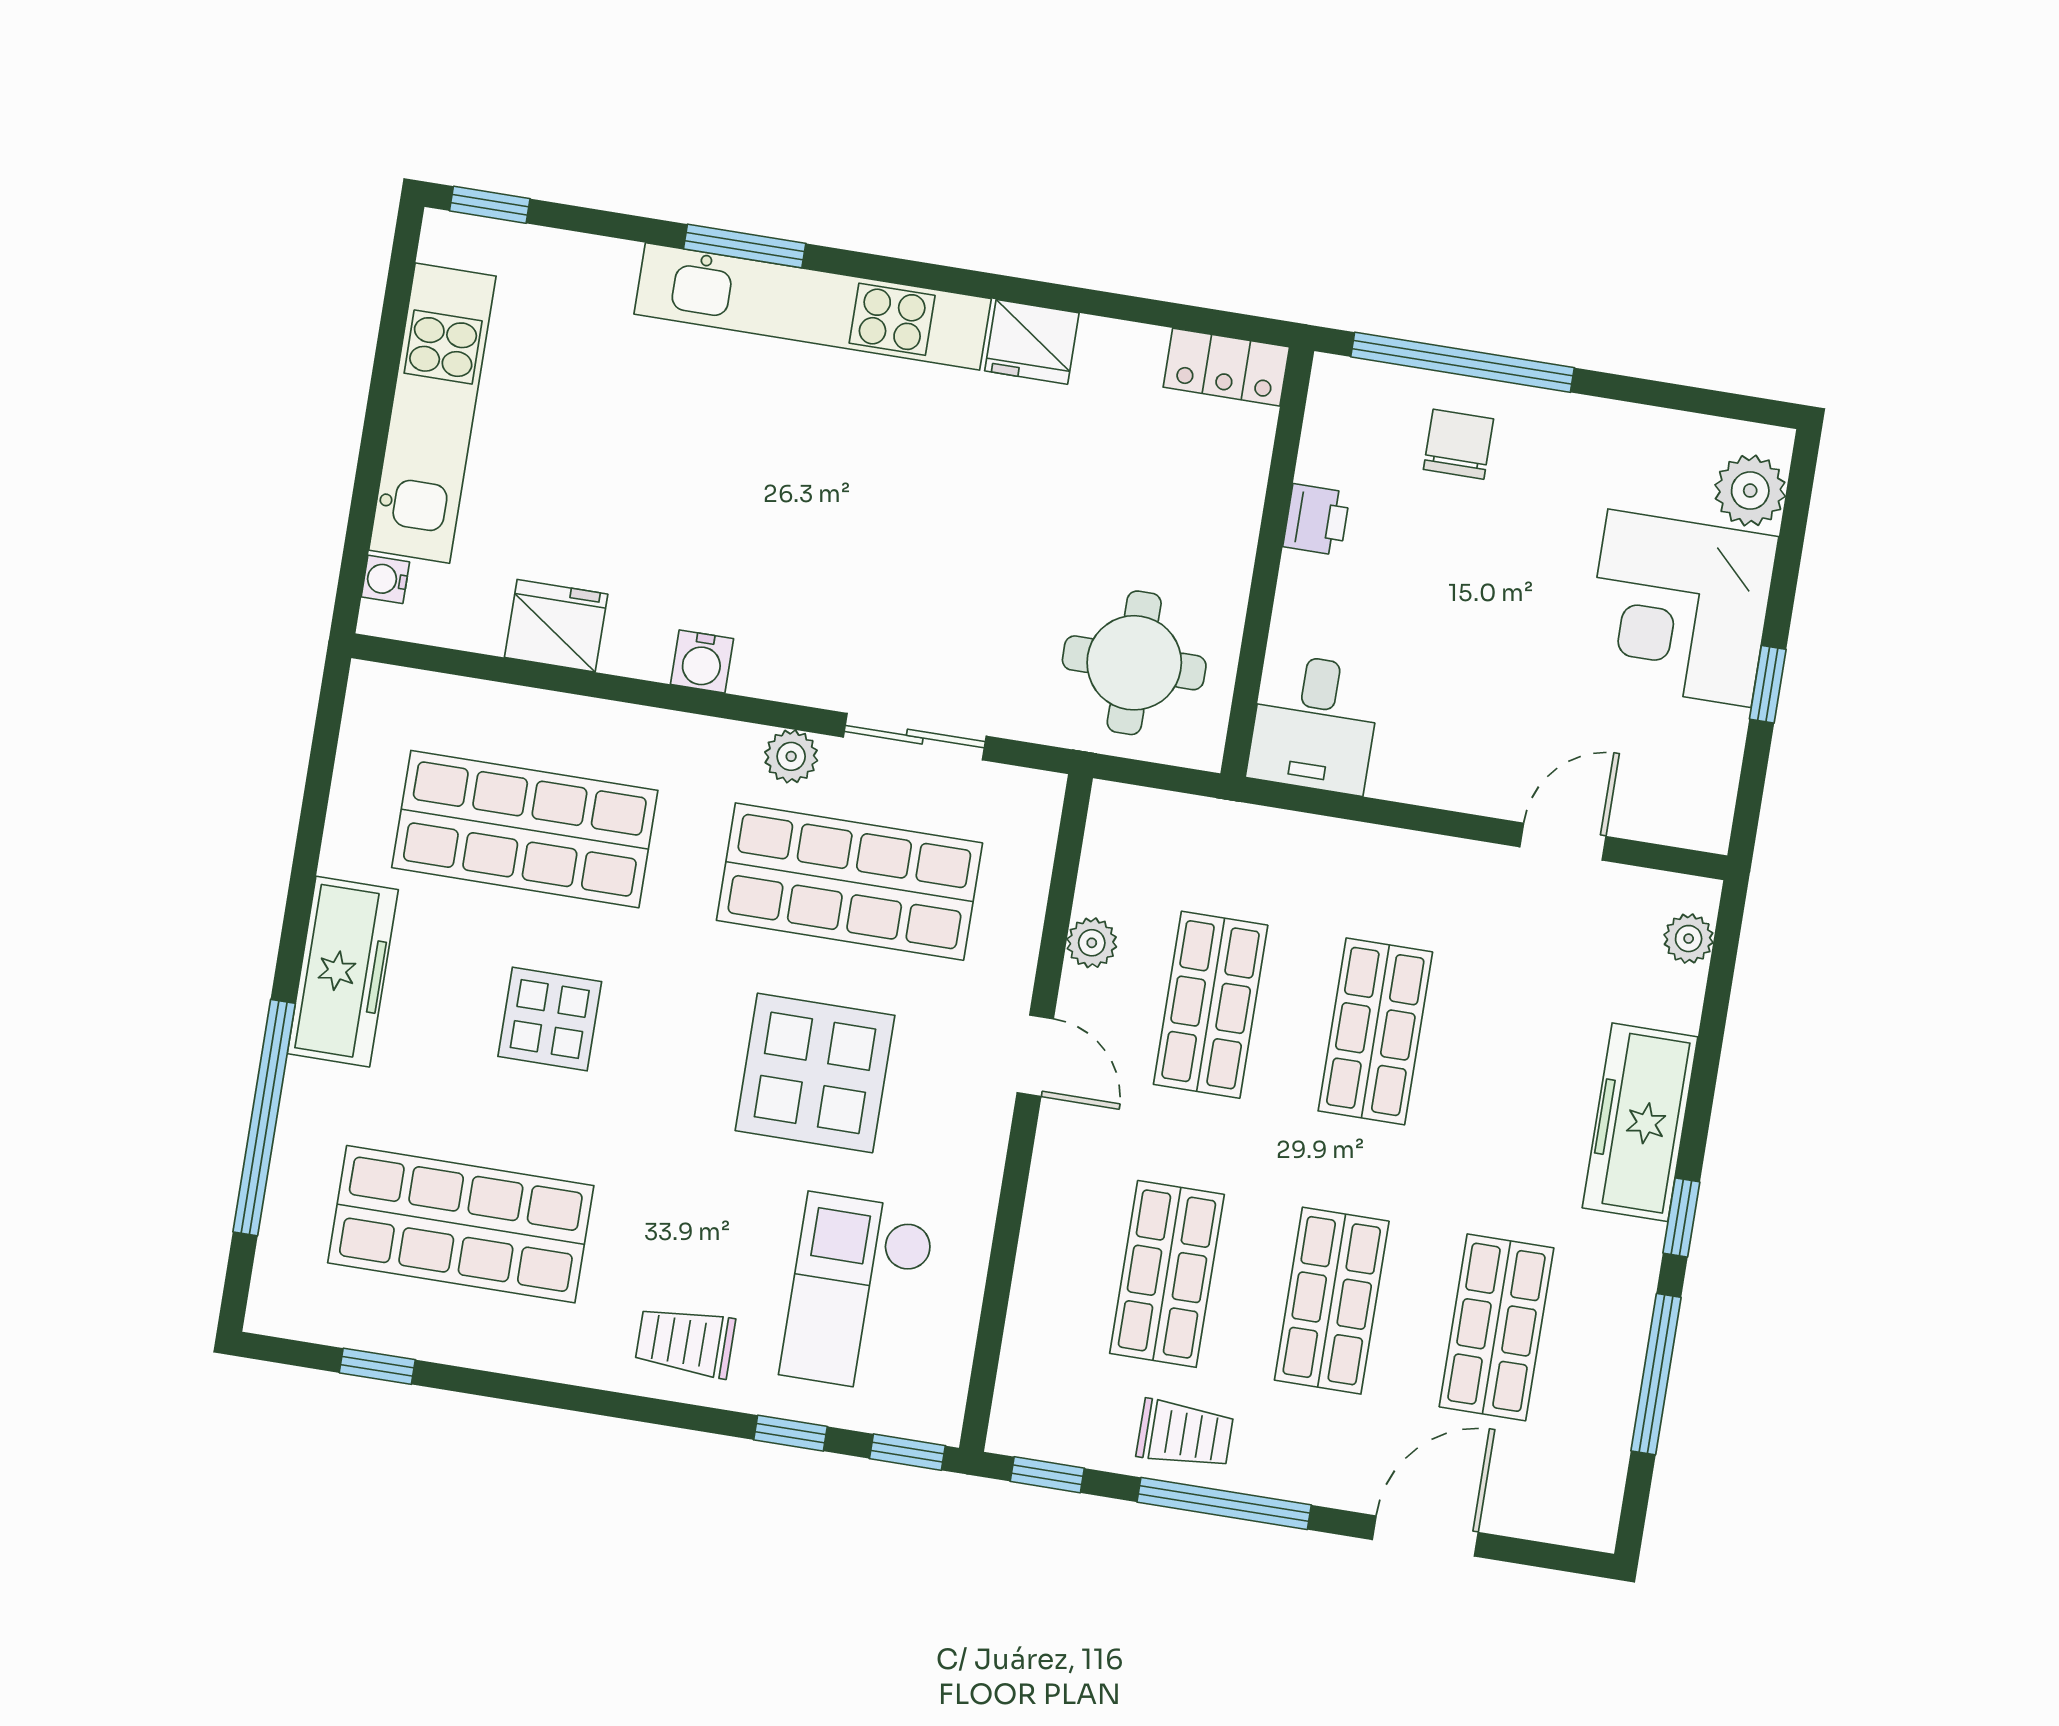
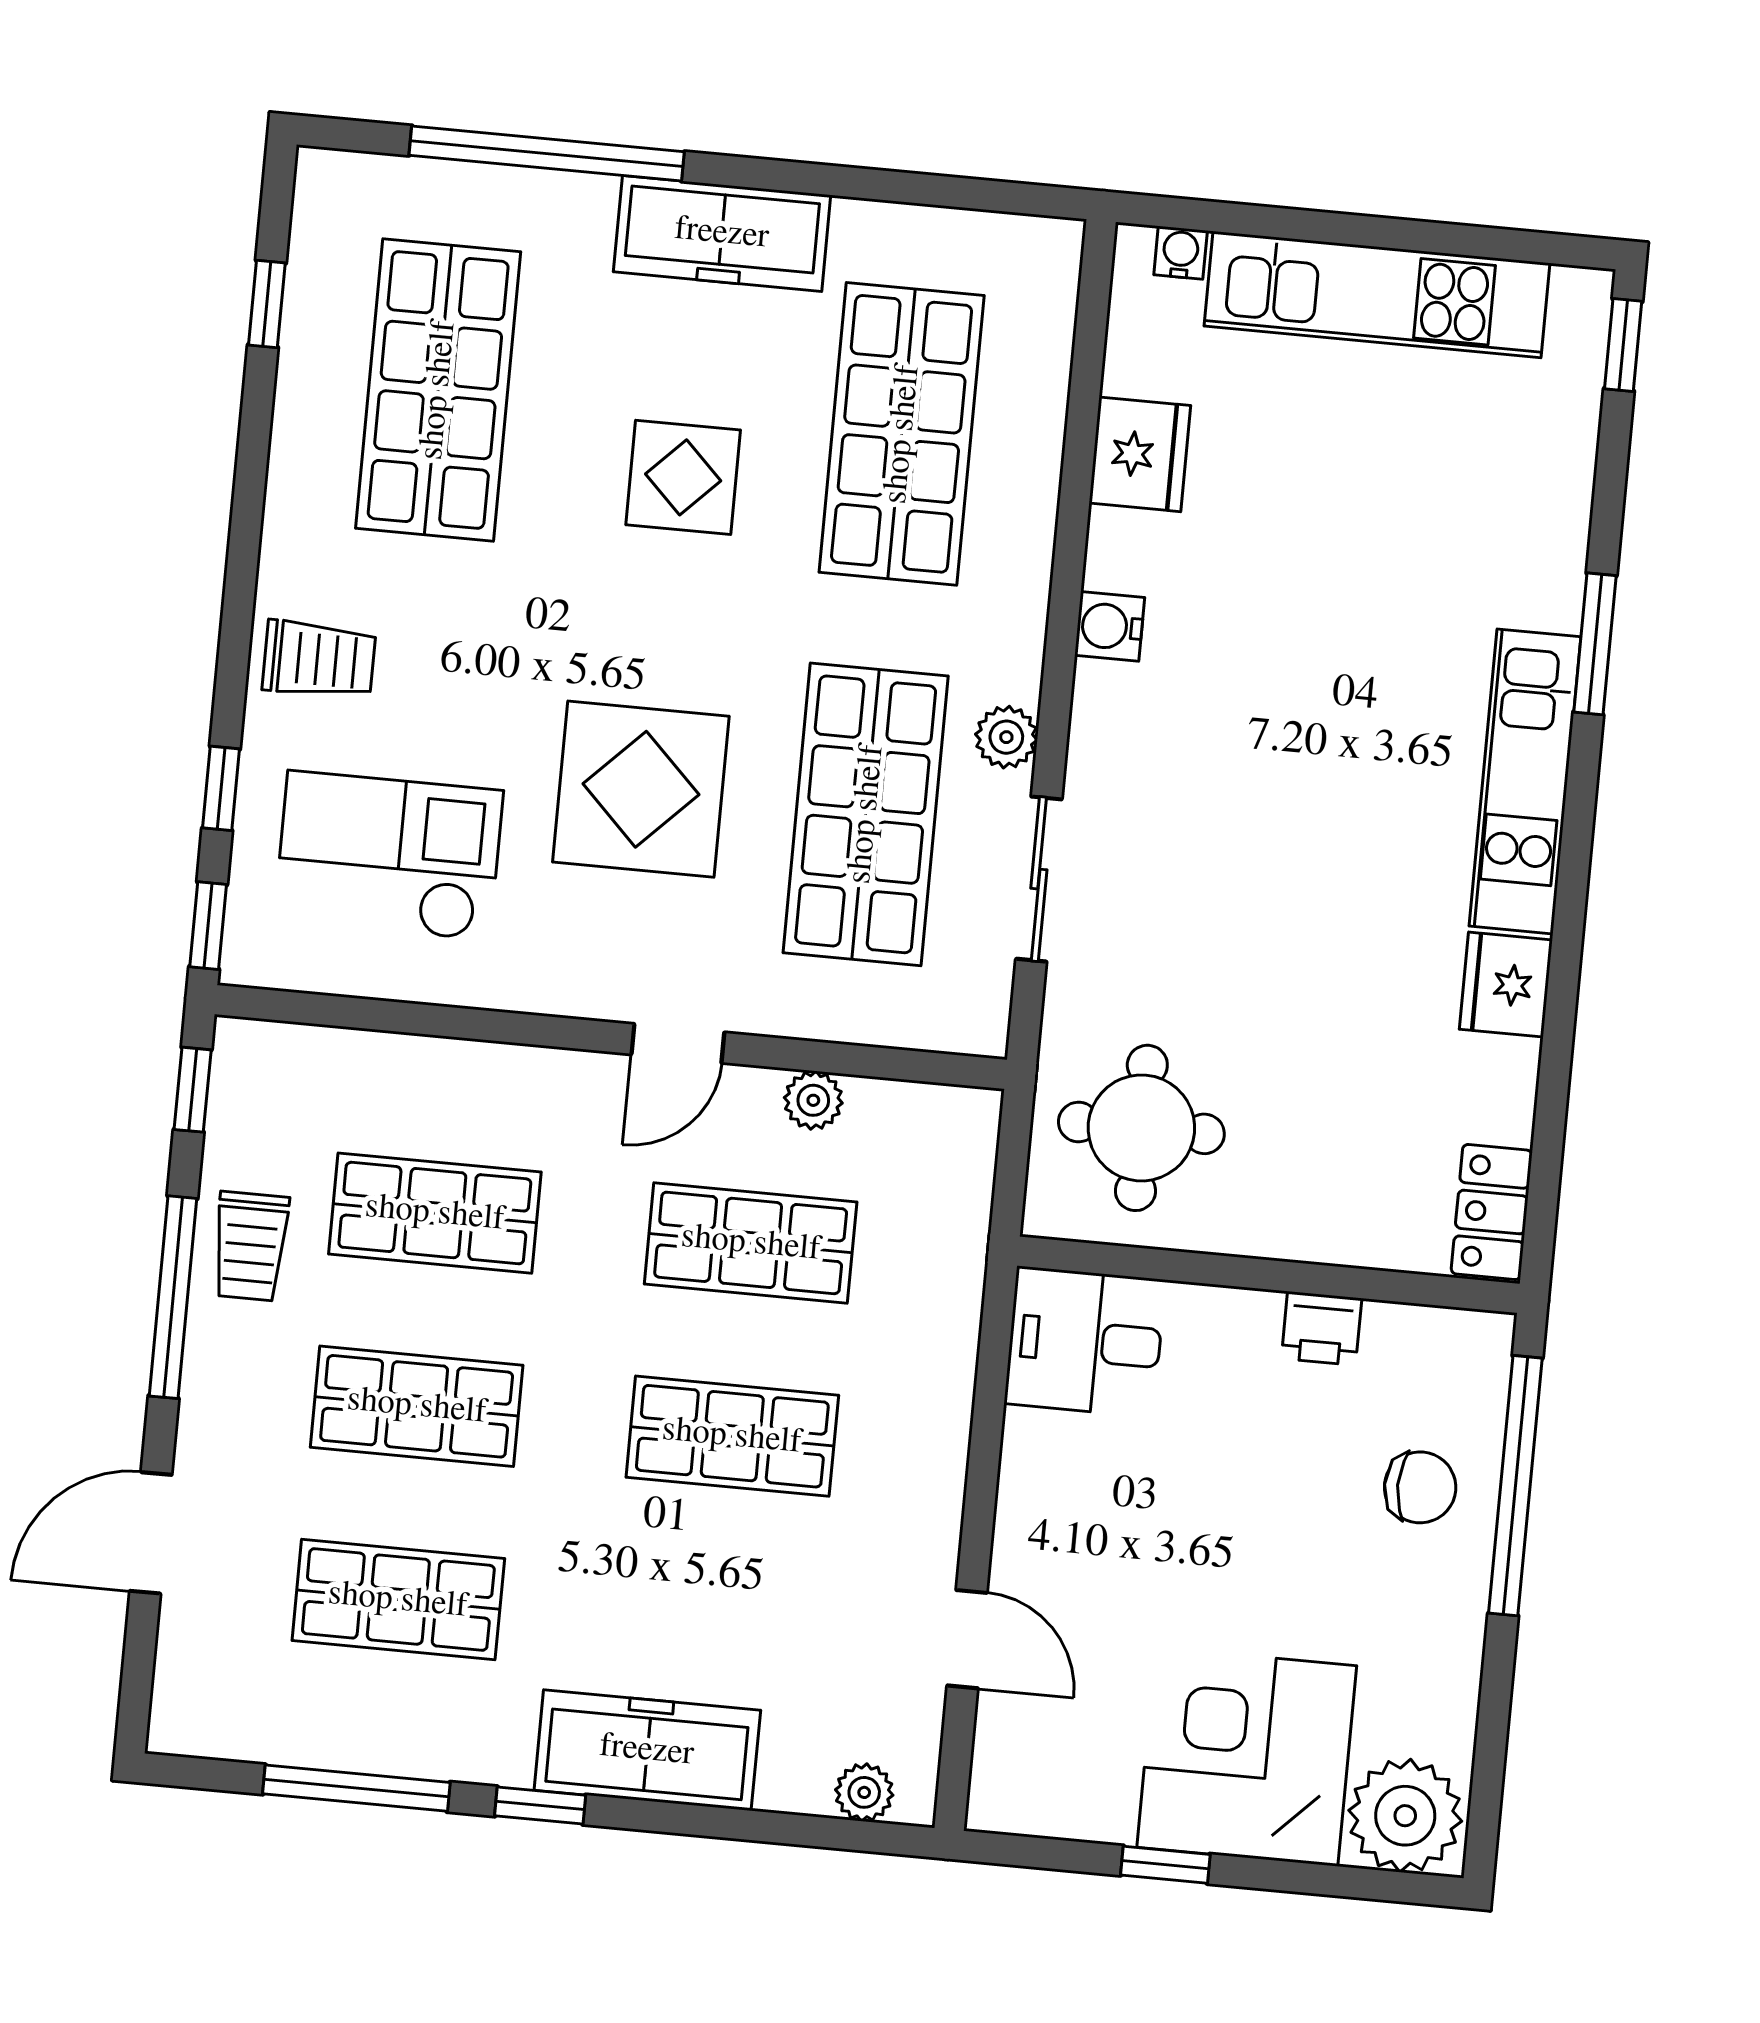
kitchen unit: (813, 306) -> (1525, 781), width x0.73
plant: (1750, 491) -> (1405, 1816), width x1.36, depth x1.36
trolley: (685, 1342) -> (319, 659), turned 90
door: (1425, 1536) -> (151, 1533), swing flipped

